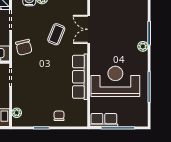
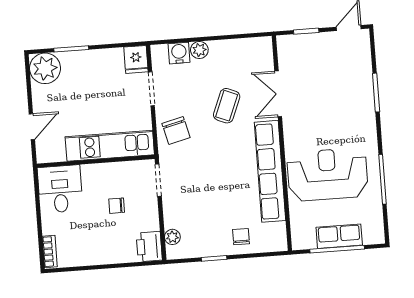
plant: (143, 46) -> (367, 115), removed
row of seats: (80, 77) -> (270, 171), width x1.36
row of seats: (104, 120) -> (339, 236), moved

